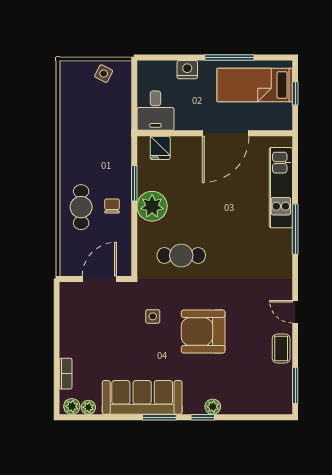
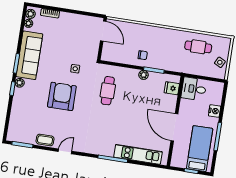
plant: (152, 206) -> (144, 75), width x0.53, depth x0.53
cafe table: (81, 207) -> (198, 47), moved
door: (99, 279) -> (103, 31), moved
plant: (213, 407) -> (20, 83), moved

